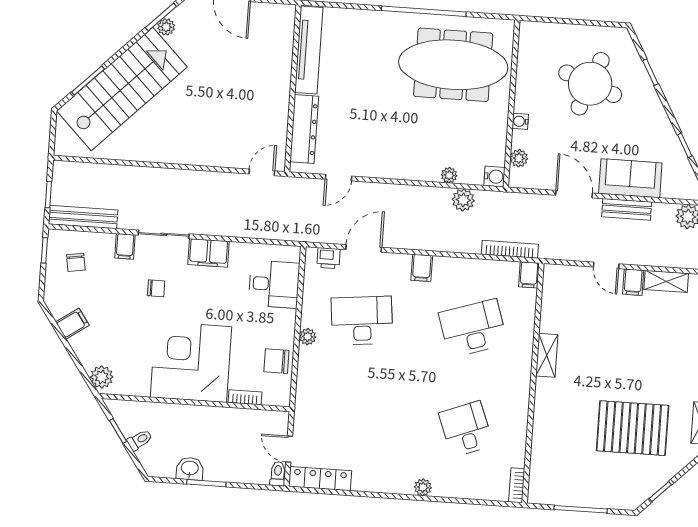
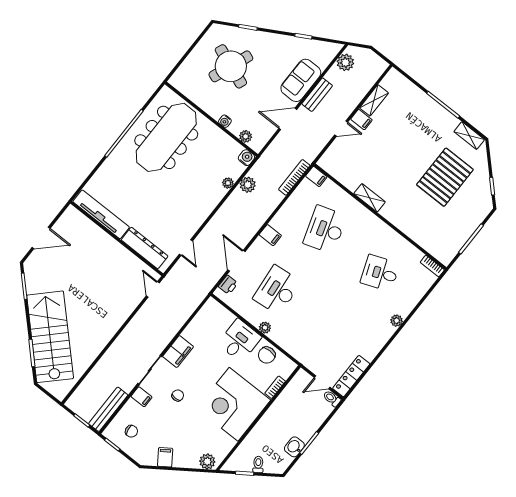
plant: (166, 27) -> (32, 287), removed
desk: (274, 284) -> (240, 340), moved

